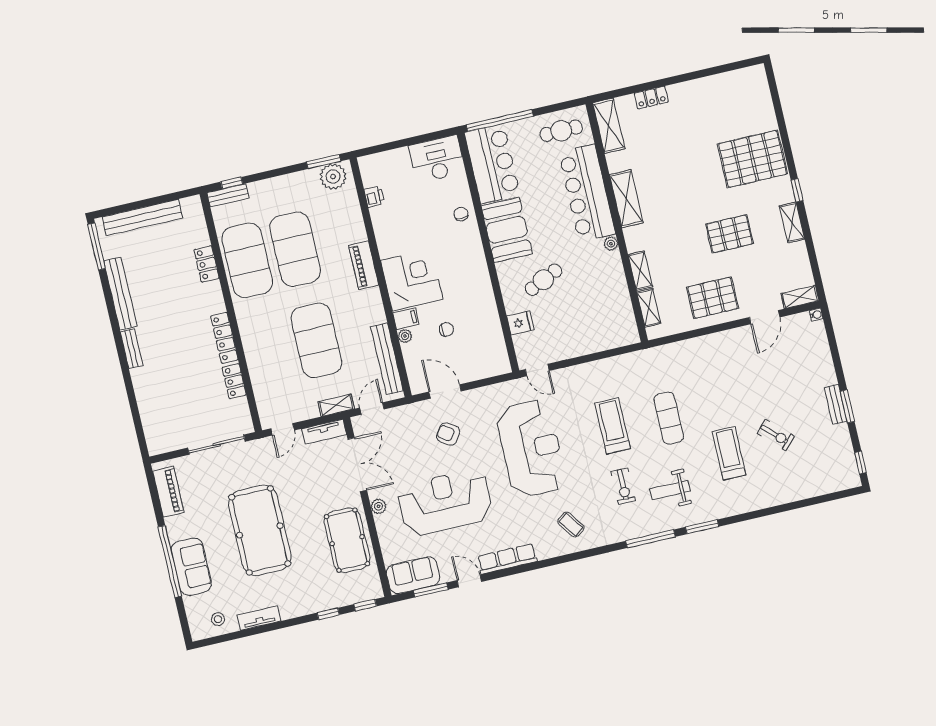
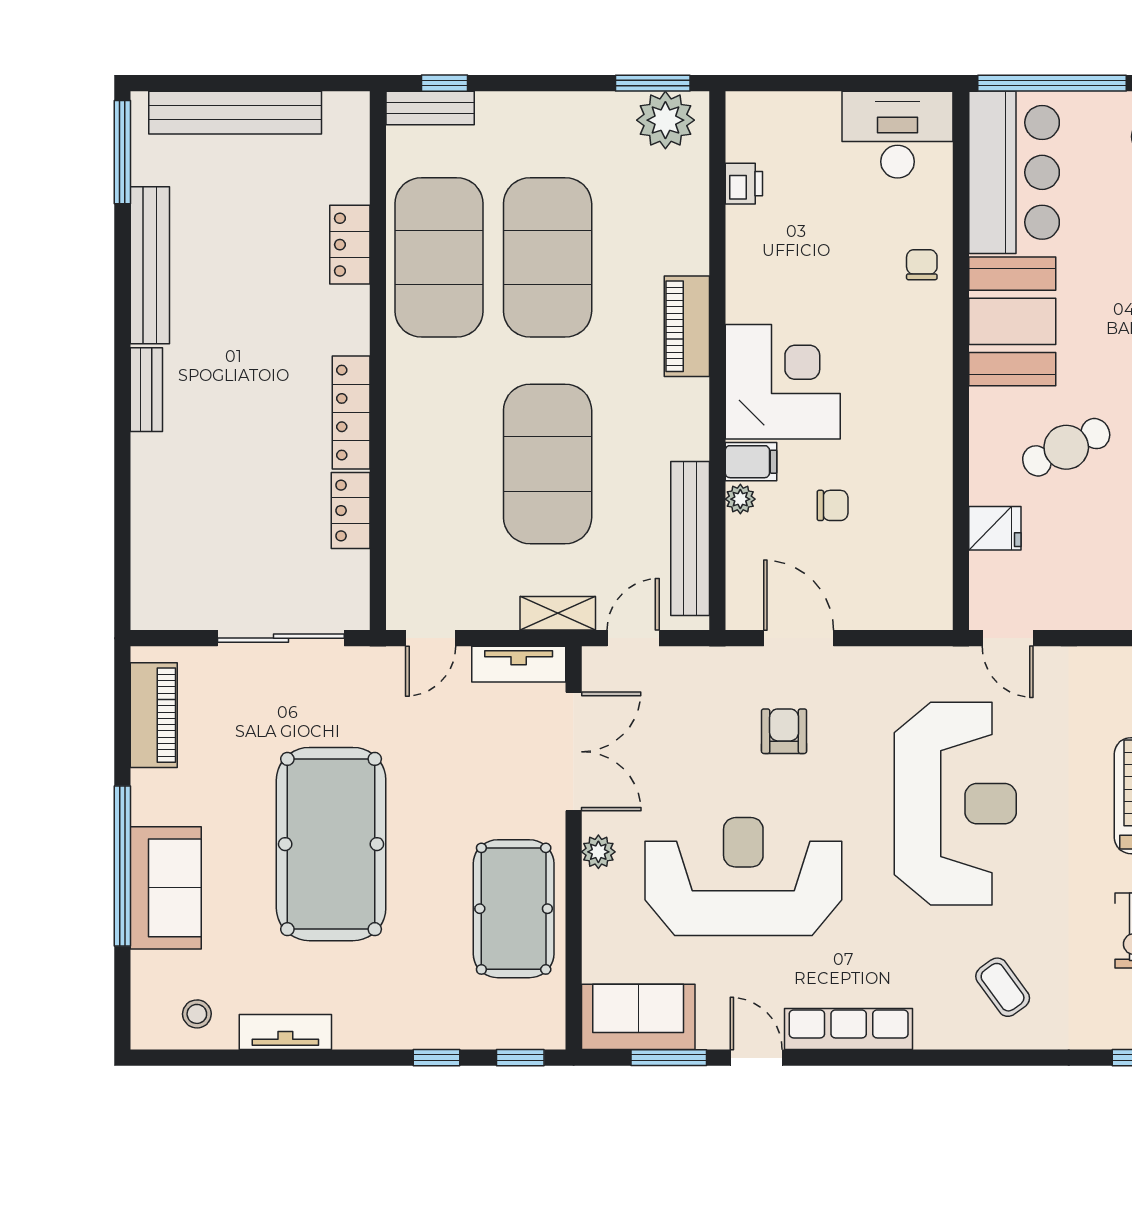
armchair: (448, 434) -> (784, 731), turned 55

